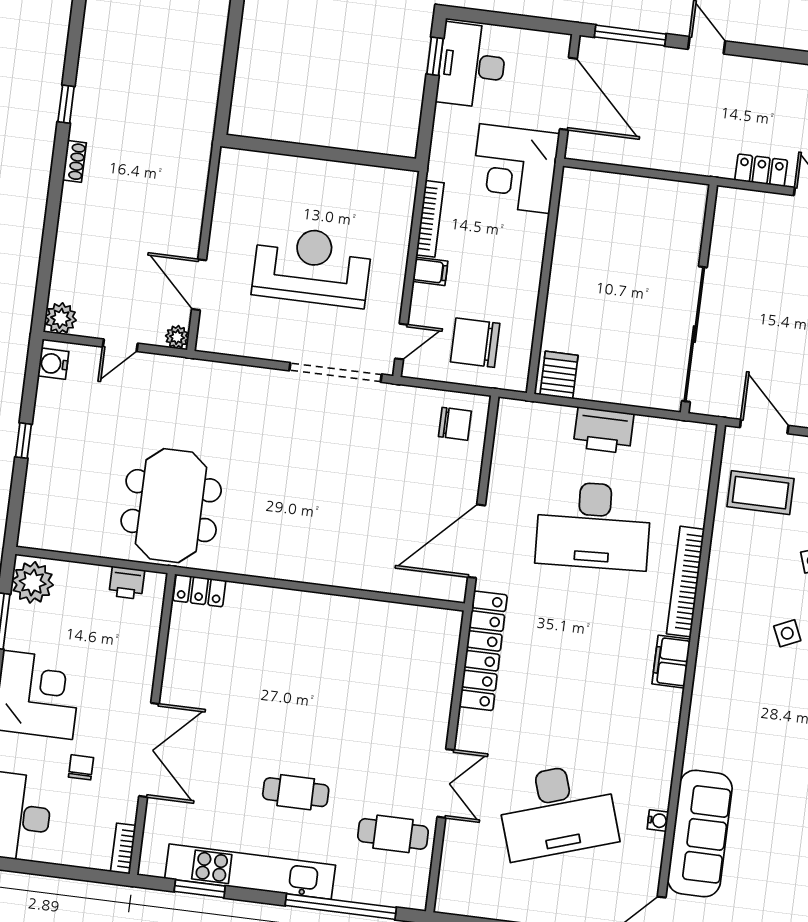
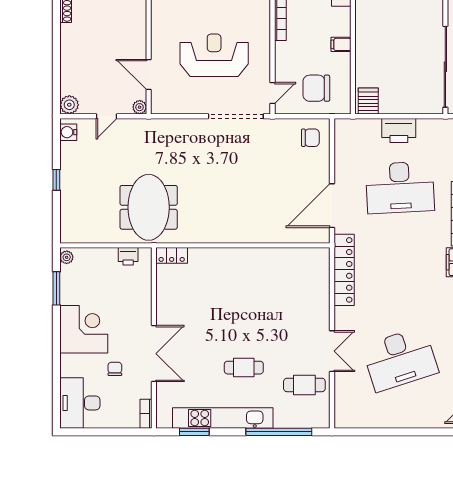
filing cabinet: (430, 271) -> (341, 44), moved, turned 180
plant: (33, 582) -> (67, 257), width x0.53, depth x0.53

